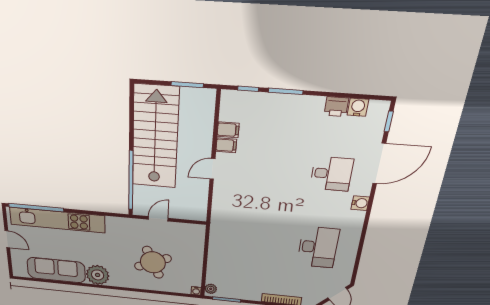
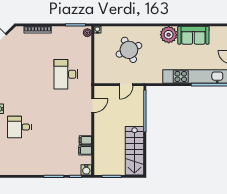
printer: (336, 107) -> (24, 169), removed
water cooler: (358, 107) -> (86, 170), moved
stairs: (155, 137) -> (134, 151), width x0.73, depth x0.66
door: (212, 169) -> (93, 105), moved
desk: (318, 247) -> (66, 74), moved
sofa: (56, 270) -> (193, 35), width x0.73

